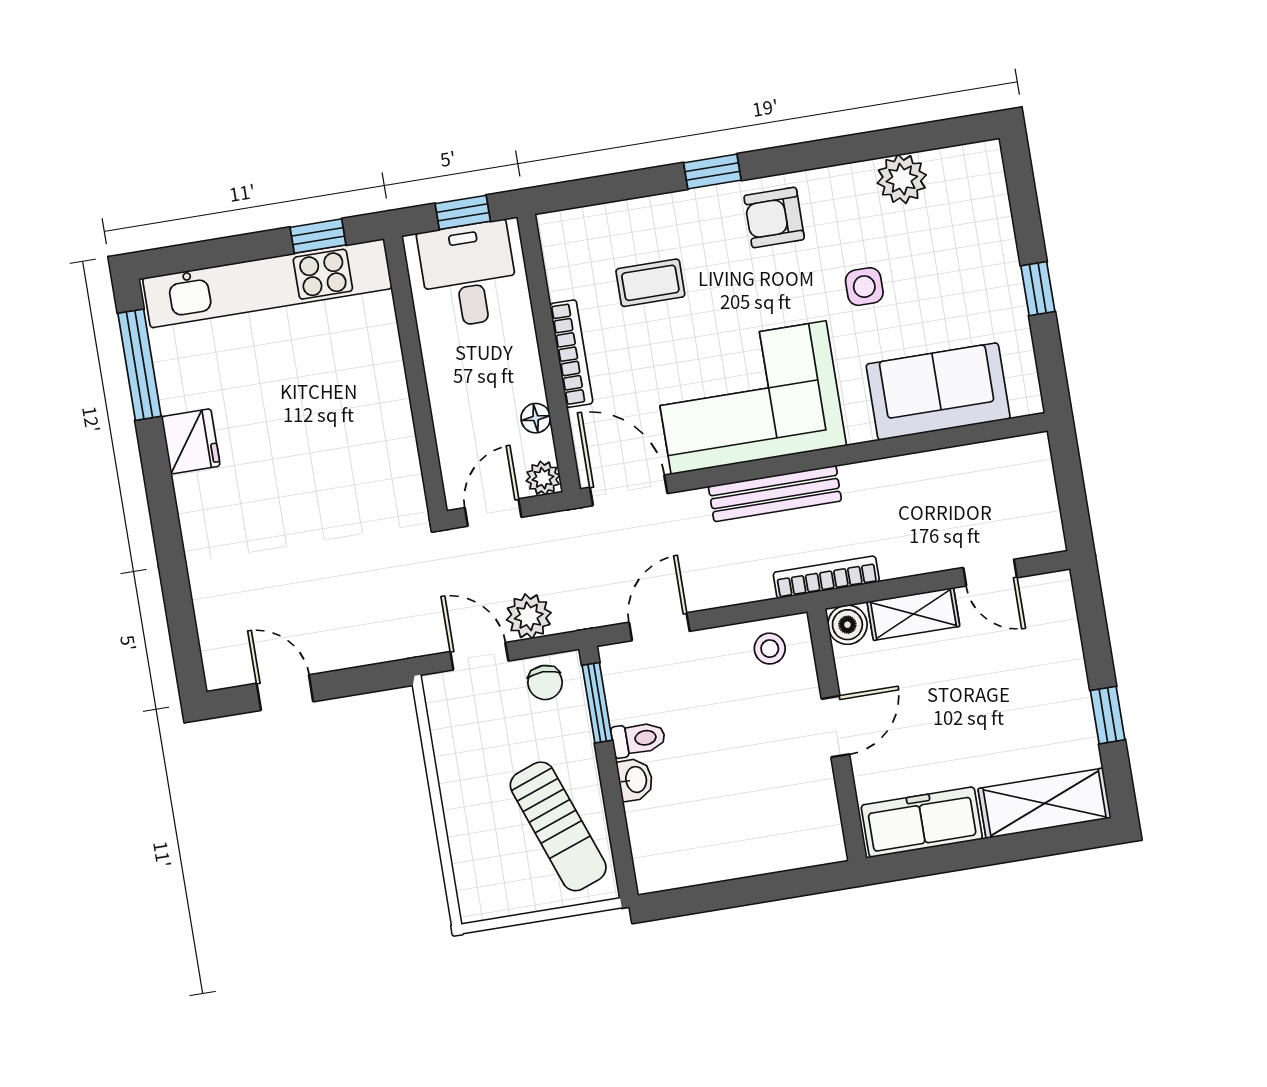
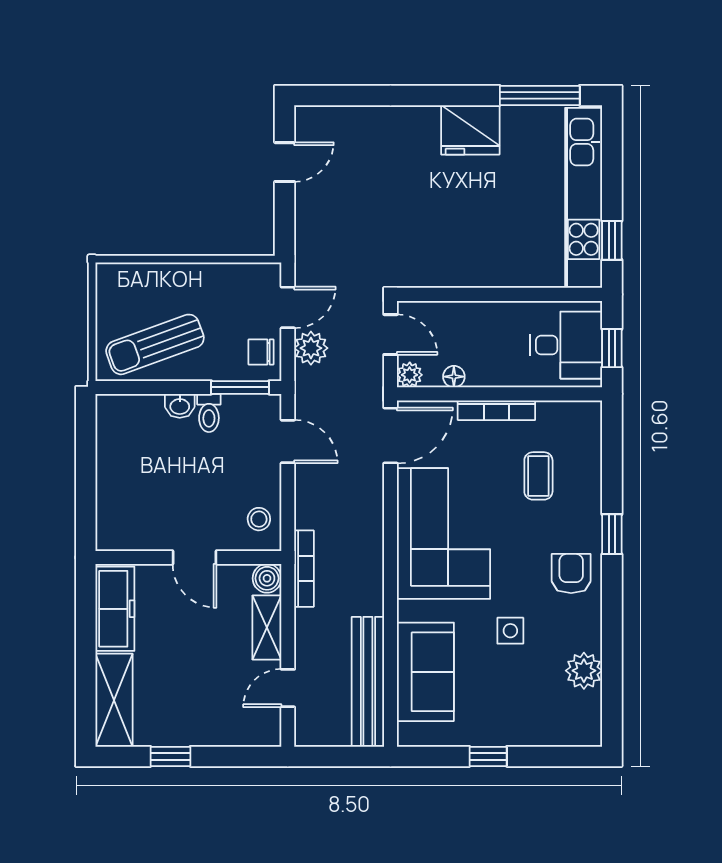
fridge: (191, 441) -> (470, 130), width x1.36, depth x1.34
bench: (775, 494) -> (368, 682), moved, width x1.37, depth x1.21

